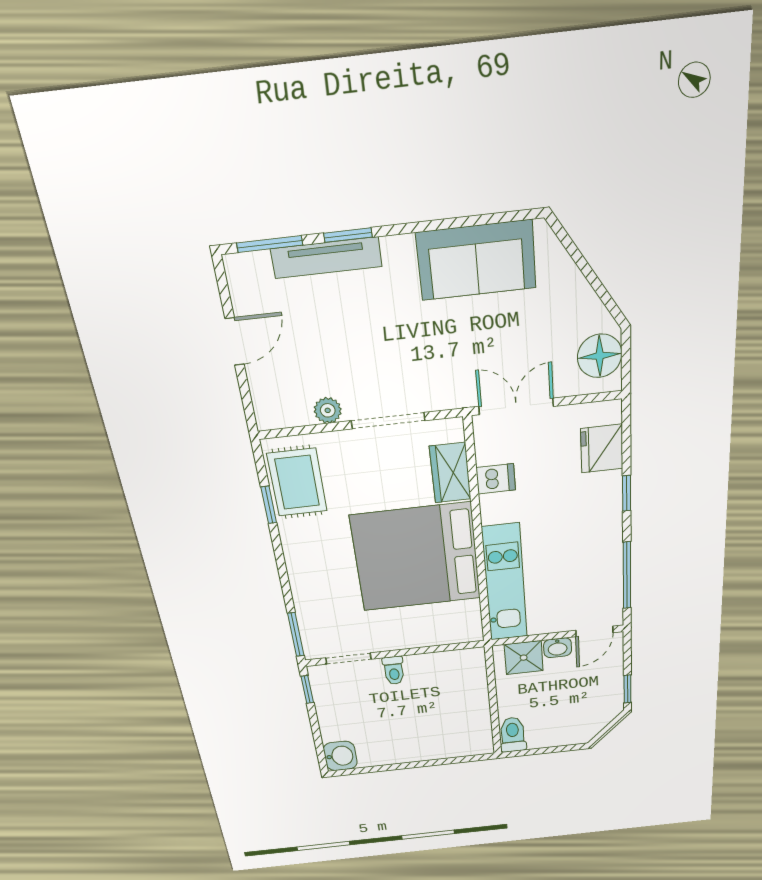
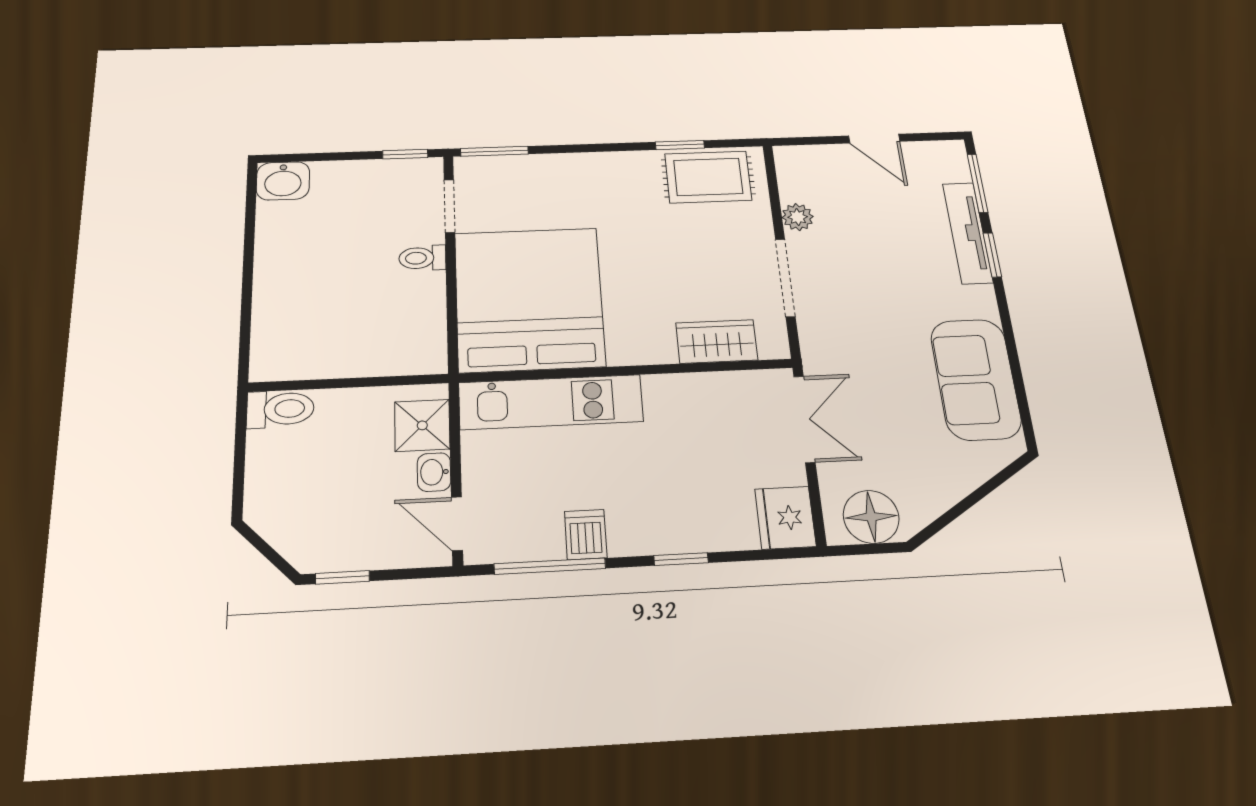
fridge: (602, 449) -> (785, 518), moved, turned -90
dishwasher: (496, 479) -> (586, 534), moved, turned 180
bed: (416, 557) -> (529, 299), moved

